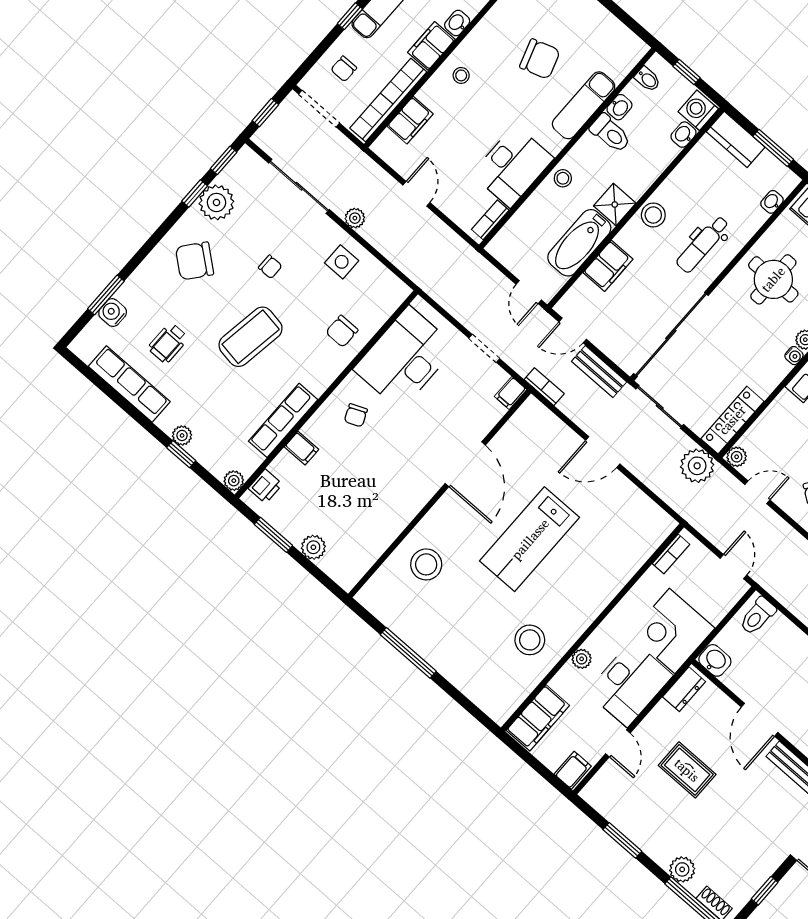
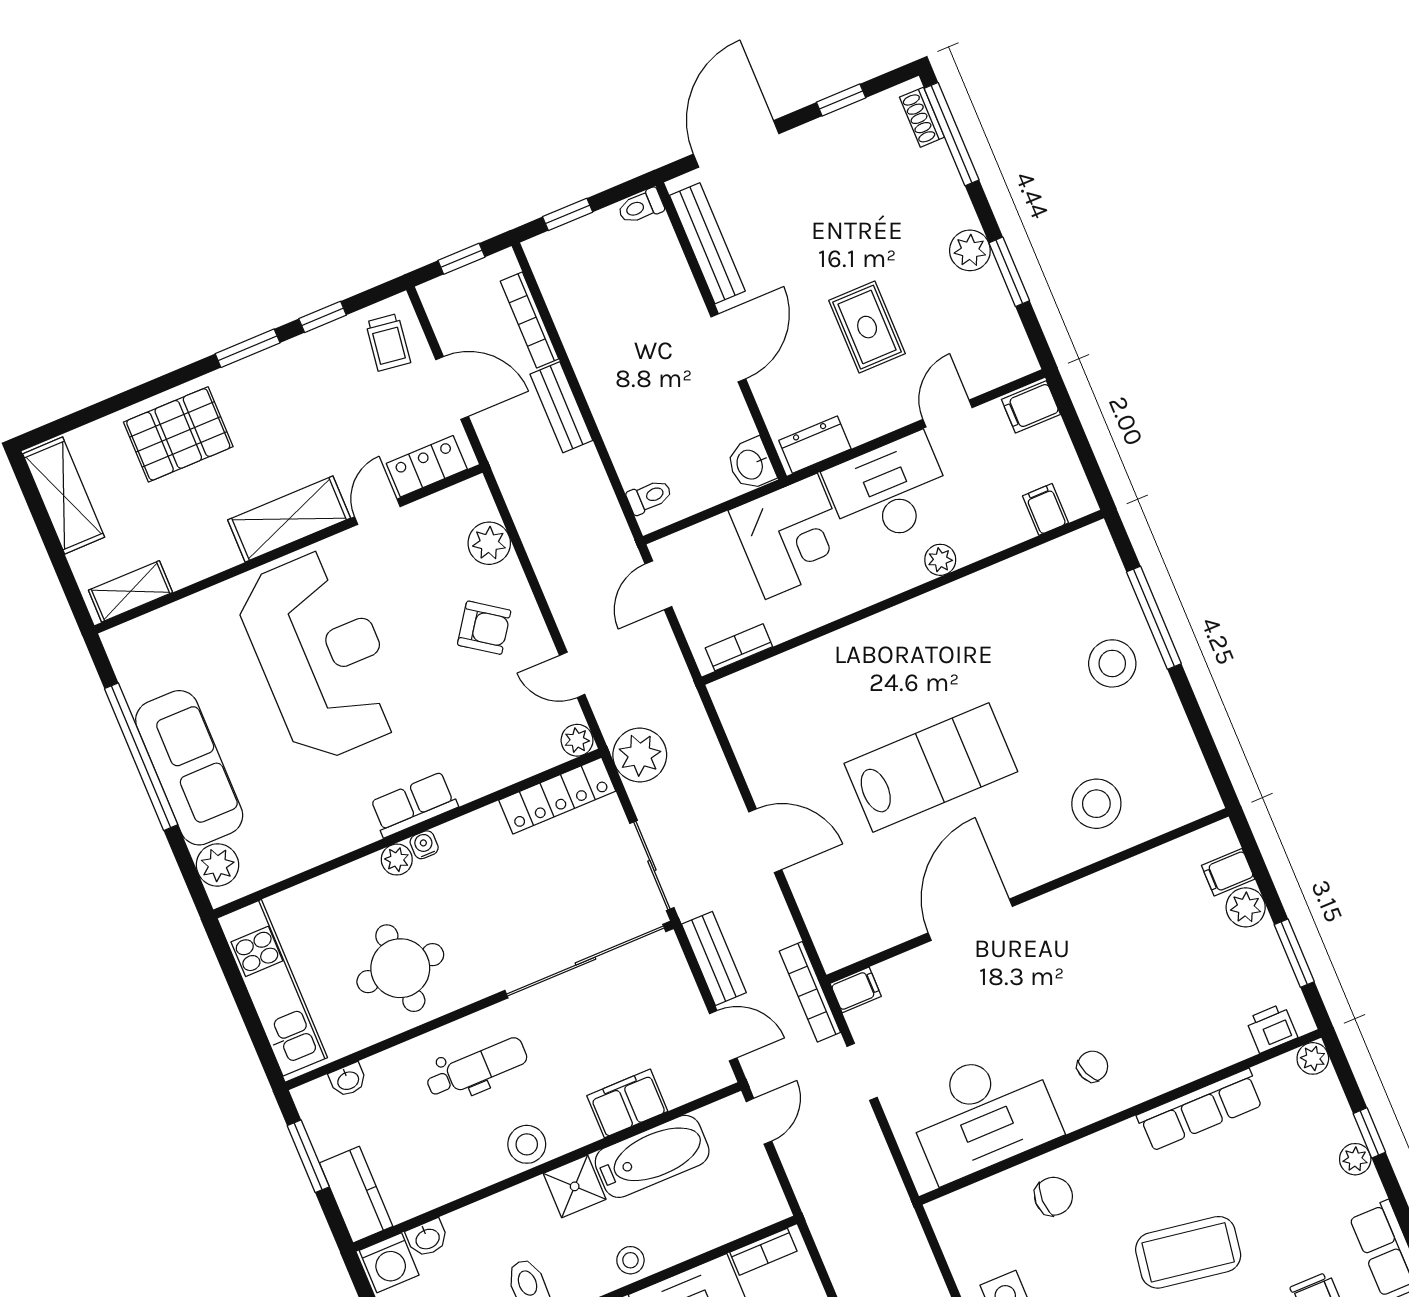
bookcase: (544, 387) -> (810, 992), width x1.56
filing cabinet: (302, 448) -> (1228, 872), moved, turned -90
toilet: (757, 616) -> (649, 497), width x0.73, depth x0.72
stool: (530, 640) -> (1112, 663), moved
window: (408, 653) -> (1154, 618), moved
filing cabinet: (538, 718) -> (1046, 509), width x0.33, depth x0.86
plant: (682, 869) -> (970, 250), moved

